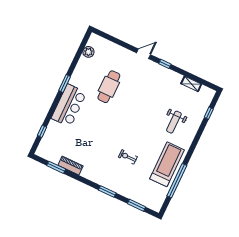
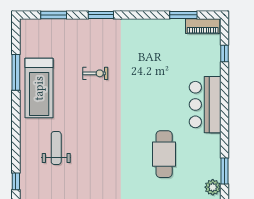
window: (65, 83) -> (224, 171), moved
piano: (71, 166) -> (203, 26), moved
window: (177, 181) -> (16, 72), width x0.68

